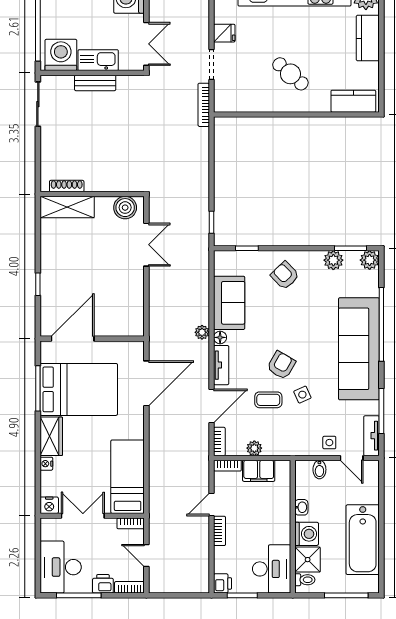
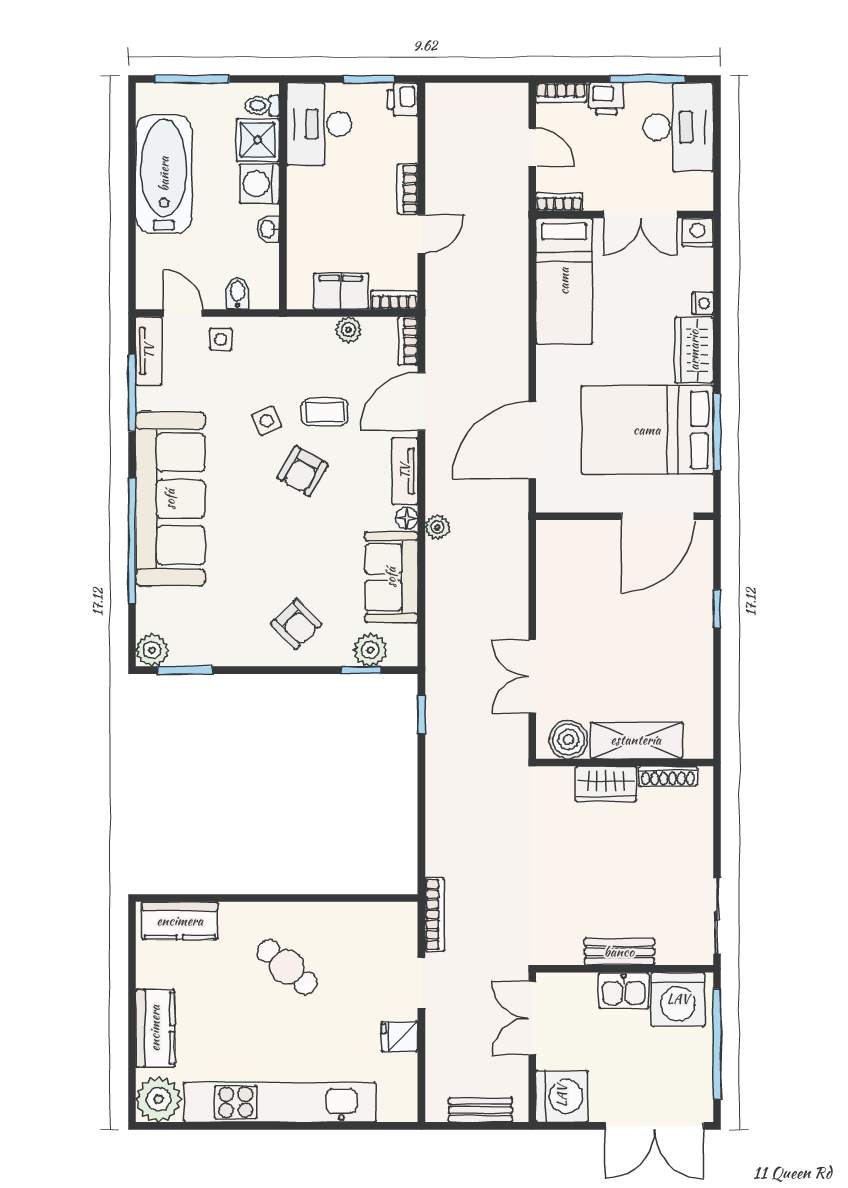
kitchen sink: (98, 60) -> (624, 991), width x0.73
wardrobe: (103, 182) -> (606, 784), added
shelving: (67, 207) -> (636, 740), moved
plant: (333, 260) -> (370, 650), moved

